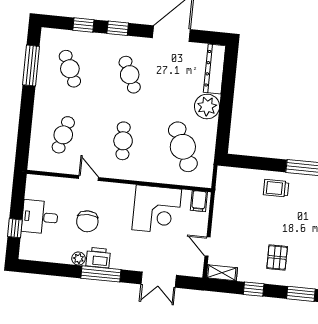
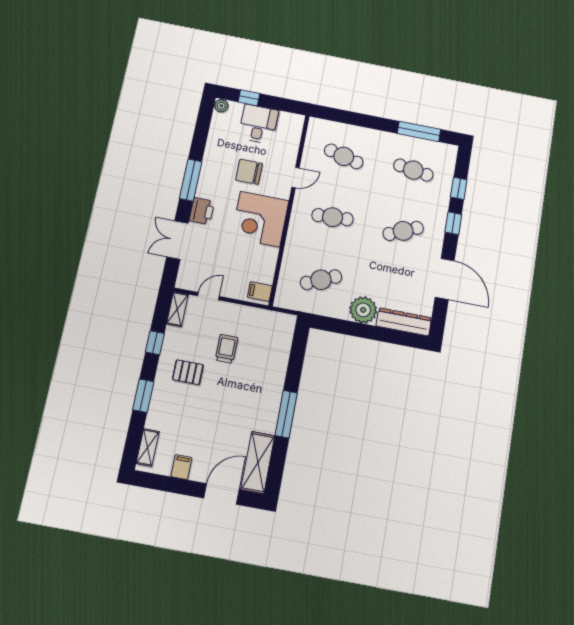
cafe table: (70, 69) -> (413, 170), turned 33
cafe table: (183, 147) -> (321, 280), width x0.73, depth x0.74
trolley: (276, 188) -> (227, 349), moved
corner desk: (157, 210) -> (260, 219), moved
plant: (79, 258) -> (221, 106), moved
printer: (98, 258) -> (202, 211), moved

